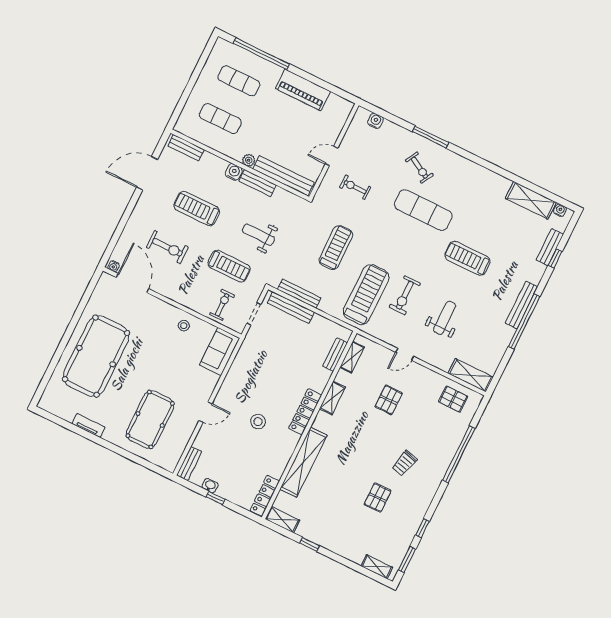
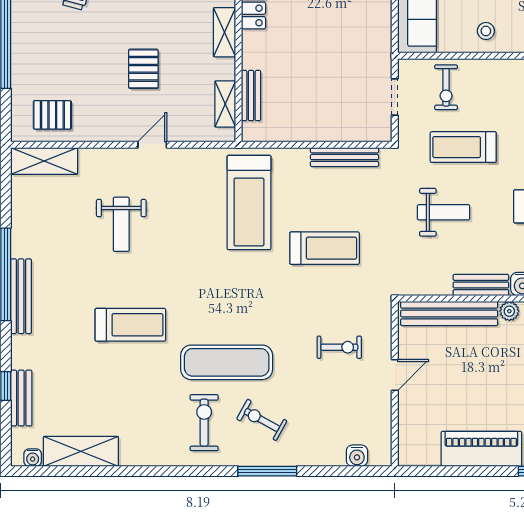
treadmill: (336, 248) -> (325, 248), turned -90
exercise bike: (405, 295) -> (204, 423), moved
bench: (291, 308) -> (347, 131), removed

